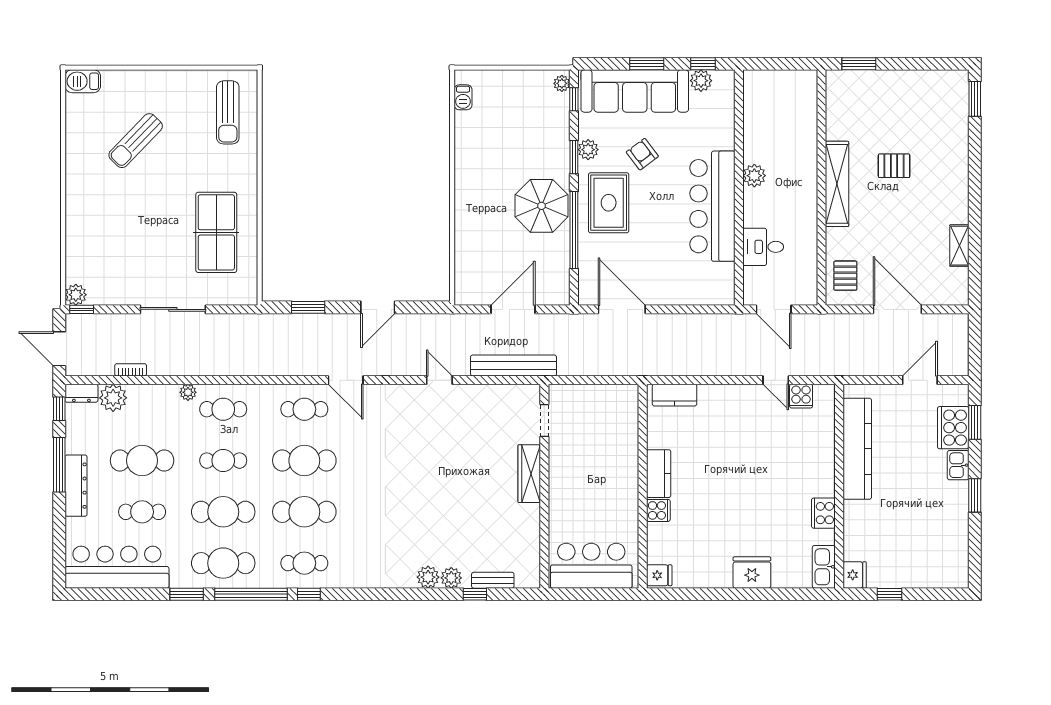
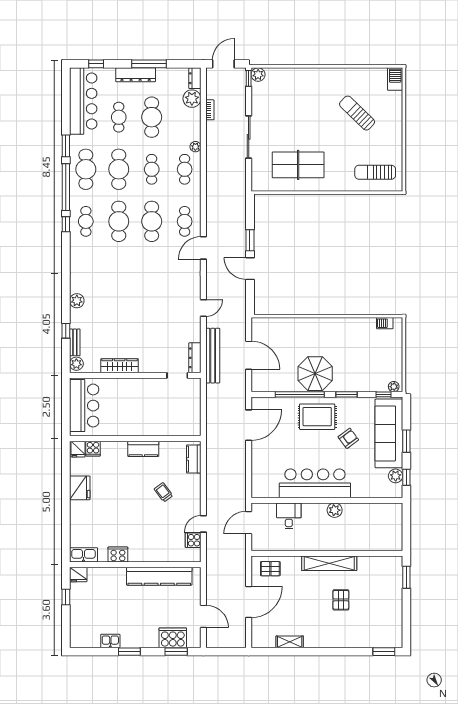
plant: (588, 150) -> (351, 403), removed
window: (308, 307) -> (250, 240), moved
dresser: (517, 393) -> (195, 358), added
window: (59, 409) -> (96, 64), moved
trolley: (726, 442) -> (163, 492), added
kitchen sink: (958, 465) -> (110, 641), moved
wardrobe: (529, 474) -> (120, 366), moved
cooker: (658, 510) -> (93, 449), moved
fridge: (752, 573) -> (80, 488), moved
plant: (451, 578) -> (76, 364), moved

